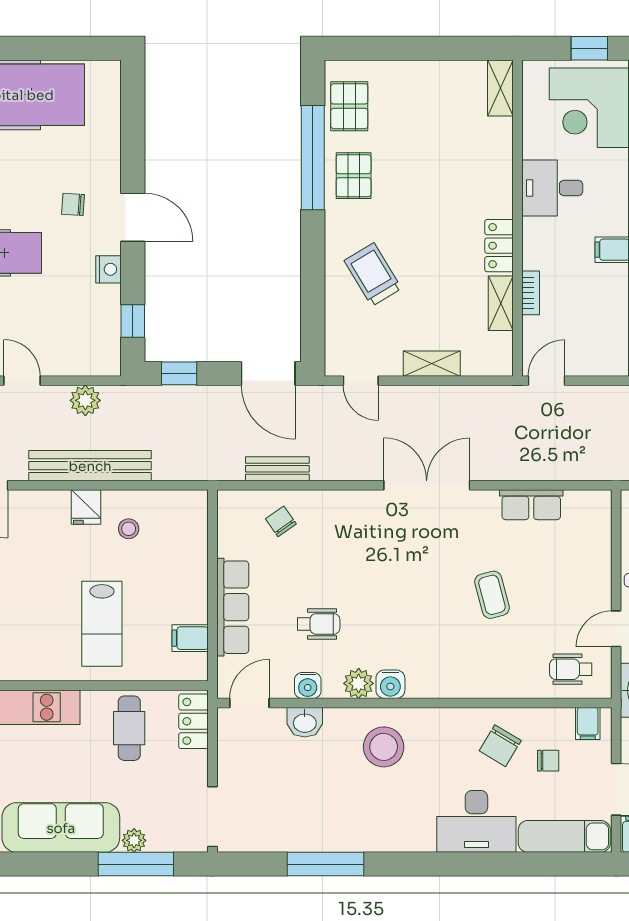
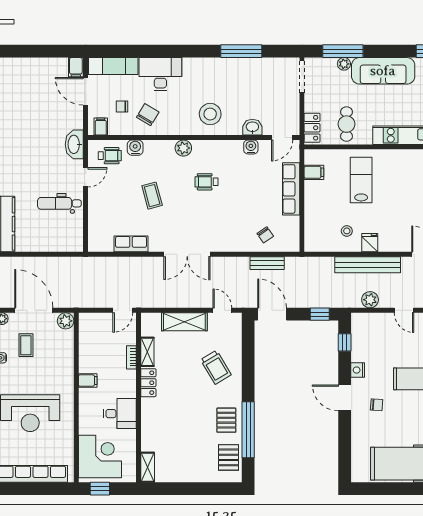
shelving: (432, 364) -> (184, 322), width x1.50, depth x1.33
wheelchair: (319, 624) -> (207, 182), moved
plant: (359, 683) -> (183, 148), moved
water cooler: (390, 684) -> (135, 148), moved

